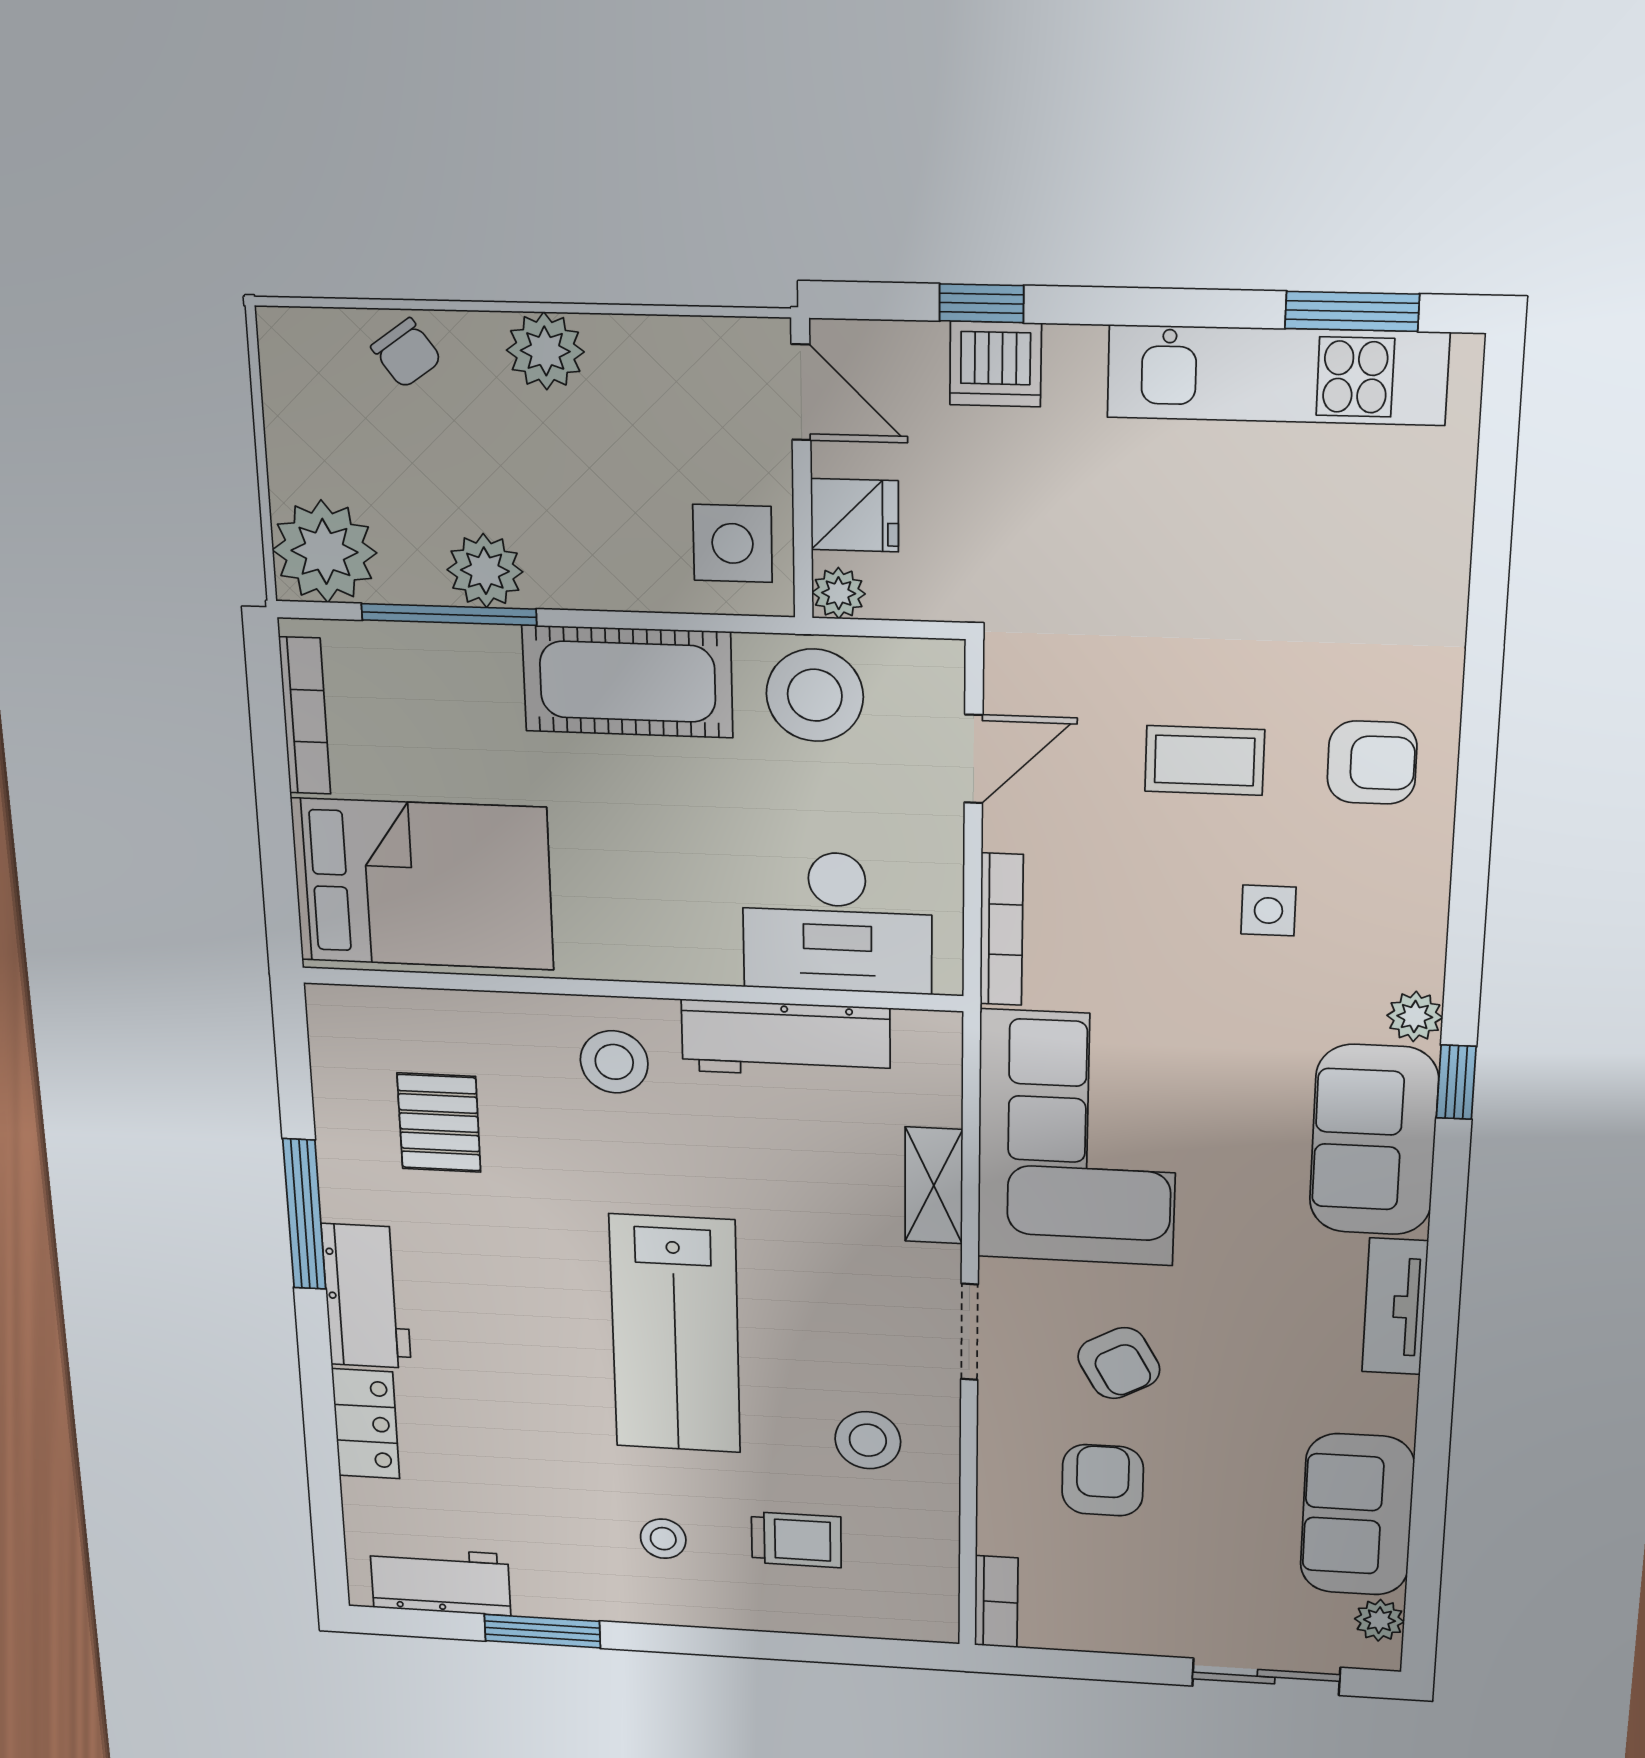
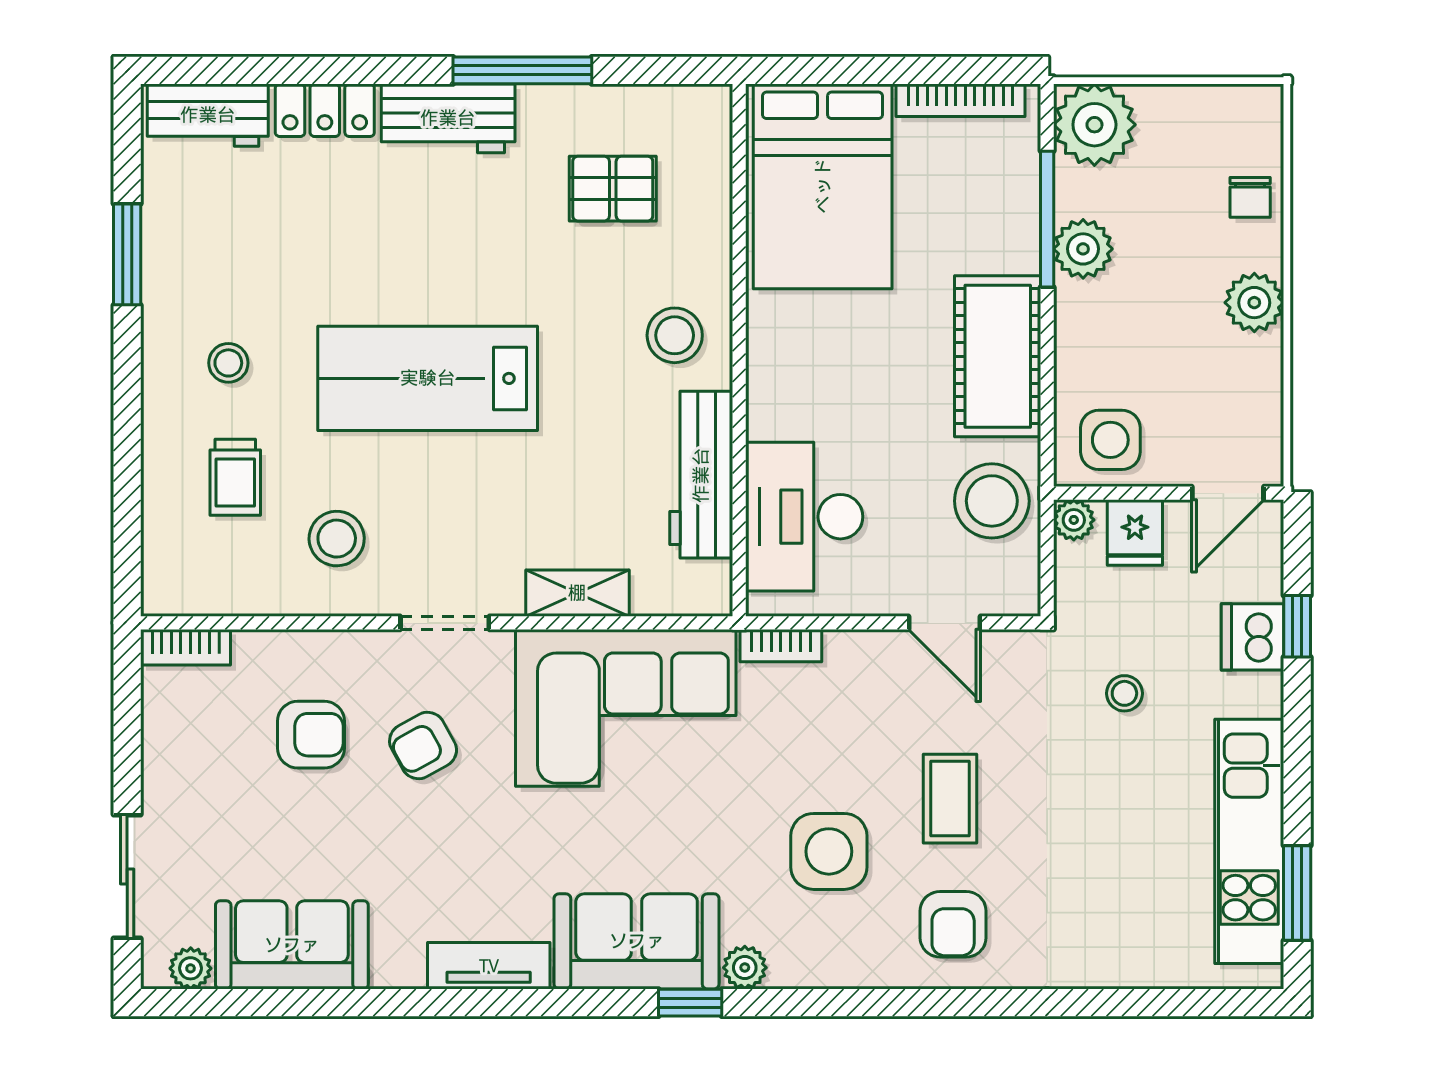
chair: (406, 353) -> (1250, 197), turned -54
stool: (1070, 535) -> (1124, 693), added
side table: (1268, 911) -> (829, 851), width x1.87, depth x1.87
bookcase: (1002, 930) -> (781, 646), width x0.64
workbench: (440, 1581) -> (208, 115), moved, turned 90

